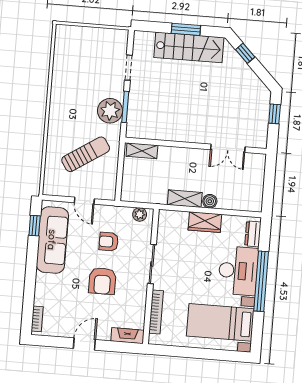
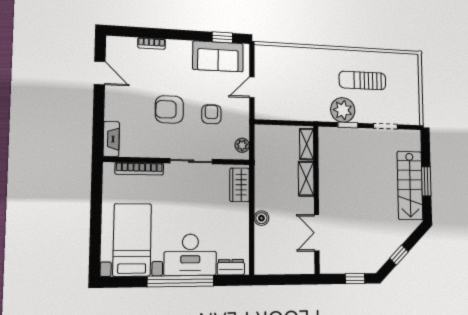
window: (245, 53) -> (399, 255), moved
window: (125, 107) -> (348, 125), width x0.67
sun lounger: (86, 154) -> (362, 80), moved, turned 123
shelving: (185, 199) -> (306, 179), moved
wardrobe: (205, 222) -> (240, 185), moved
sofa: (52, 240) -> (218, 56), width x0.73
bookcase: (37, 319) -> (152, 43), moved
door: (84, 344) -> (100, 73), moved

